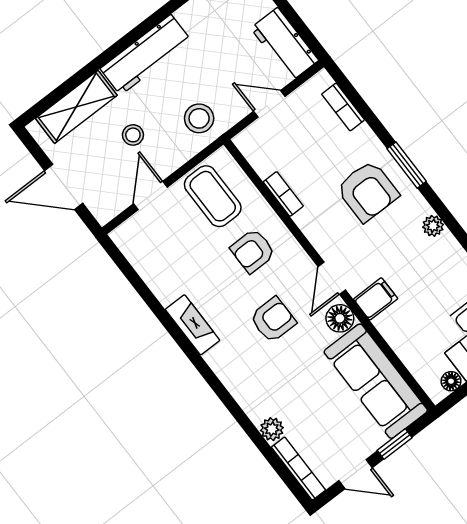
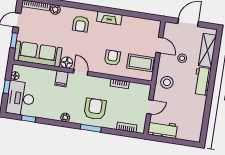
workbench: (146, 55) -> (202, 81), width x0.73
armchair: (368, 191) -> (95, 109), turned 90
armchair: (273, 320) -> (81, 24), moved

